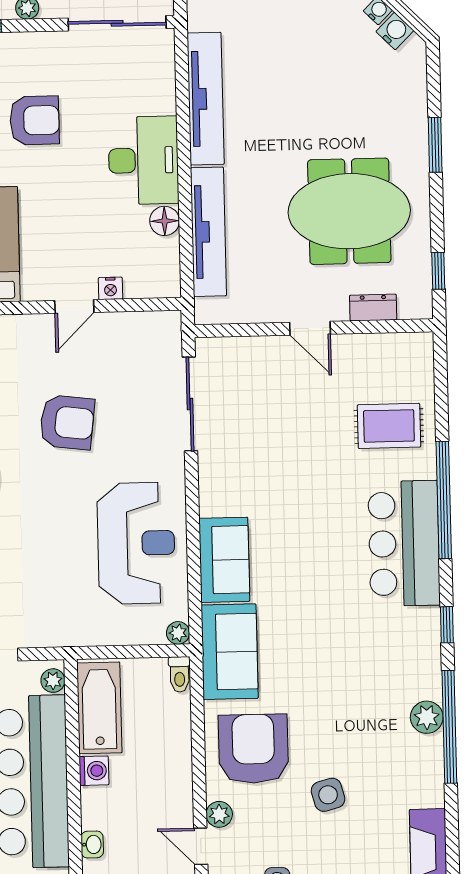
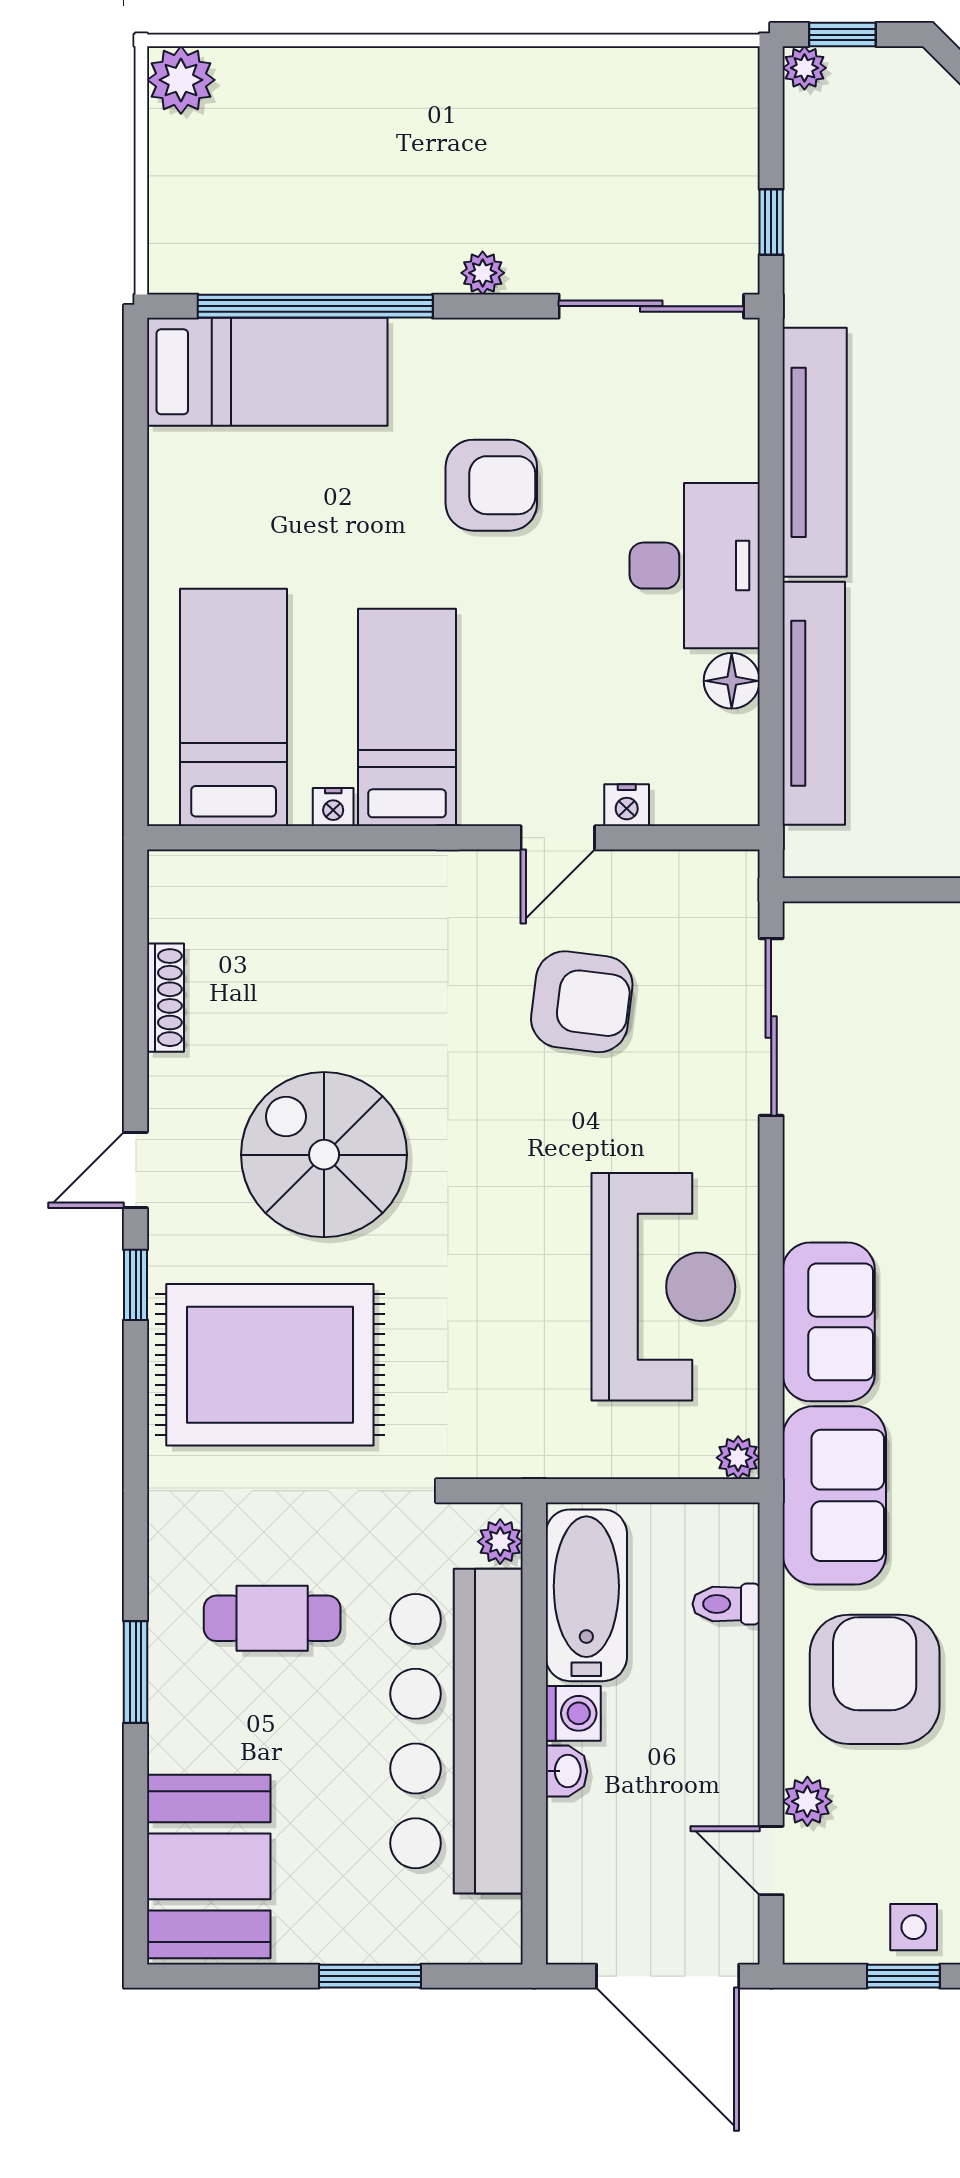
armchair: (67, 422) -> (582, 1002), moved
toilet: (180, 674) -> (726, 1604), moved, turned 90
washbasin: (92, 844) -> (567, 1771), moved

